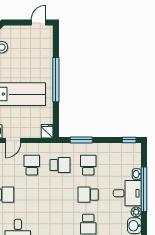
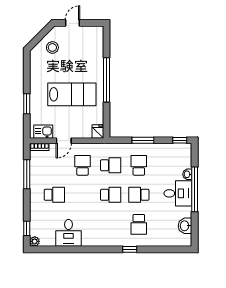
door: (38, 23) -> (72, 23), moved
window: (81, 140) -> (143, 140), moved
school desk: (60, 195) -> (111, 195), added
plant: (136, 212) -> (187, 212), removed

